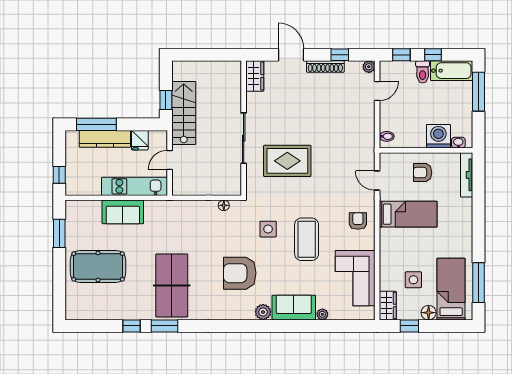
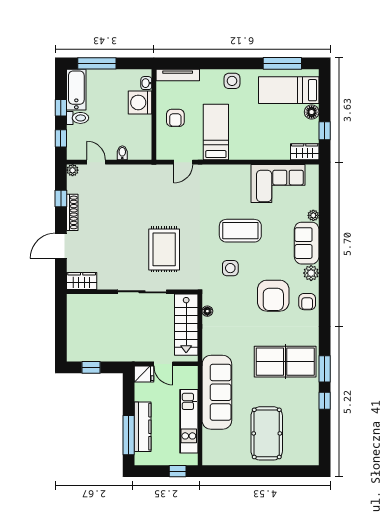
window: (166, 100) -> (91, 367), moved
stairs: (184, 113) -> (186, 325), moved, turned -90
bidet: (387, 136) -> (122, 153), moved
fridge: (140, 140) -> (144, 374), moved
kitchen unit: (135, 186) -> (189, 421), moved
sofa: (123, 212) -> (217, 392), width x1.85, depth x1.27
armchair: (358, 221) -> (307, 302), moved, turned -90
window: (59, 233) -> (235, 471), removed
side table: (413, 280) -> (232, 81), moved

